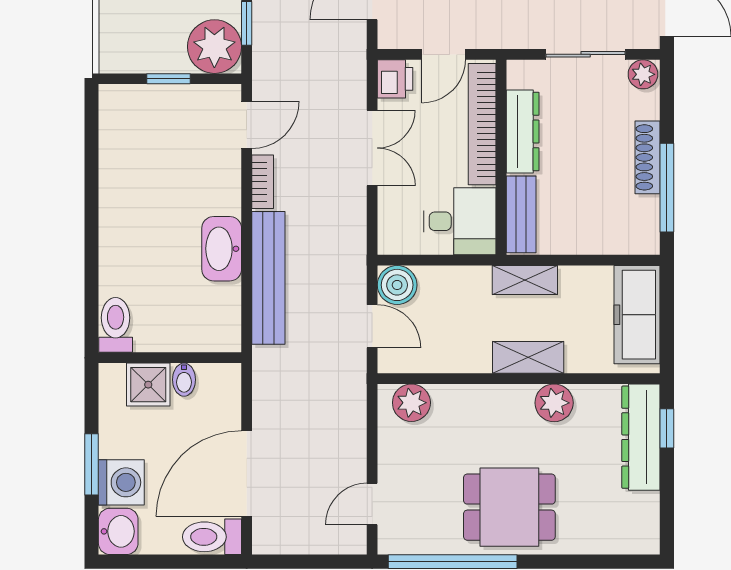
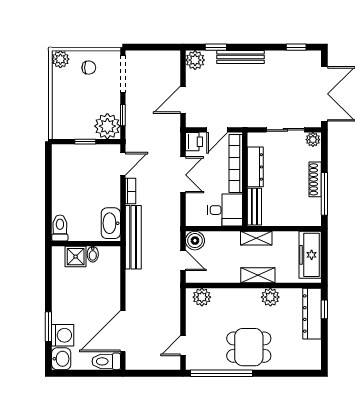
toilet: (116, 325) -> (60, 228), moved
wall: (170, 358) -> (86, 244), moved
bidet: (184, 380) -> (93, 254), moved
shower: (148, 385) -> (76, 257), moved

